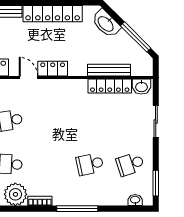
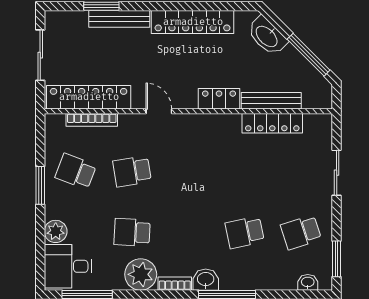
locker: (53, 69) -> (219, 99), moved
washbasin: (141, 87) -> (206, 280), moved, turned 180

